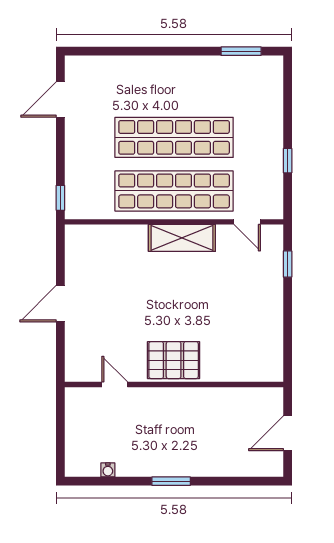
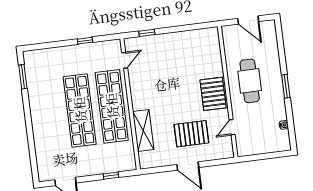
window: (60, 198) -> (111, 176), moved
shelving: (182, 238) -> (143, 131), moved
pallet: (113, 316) -> (191, 134), added
cafe table: (187, 423) -> (250, 81), added

